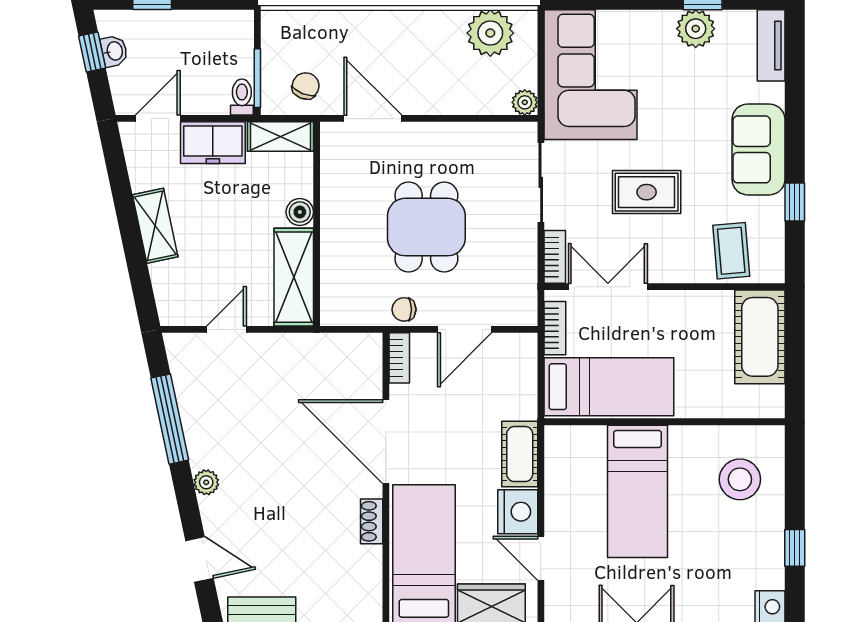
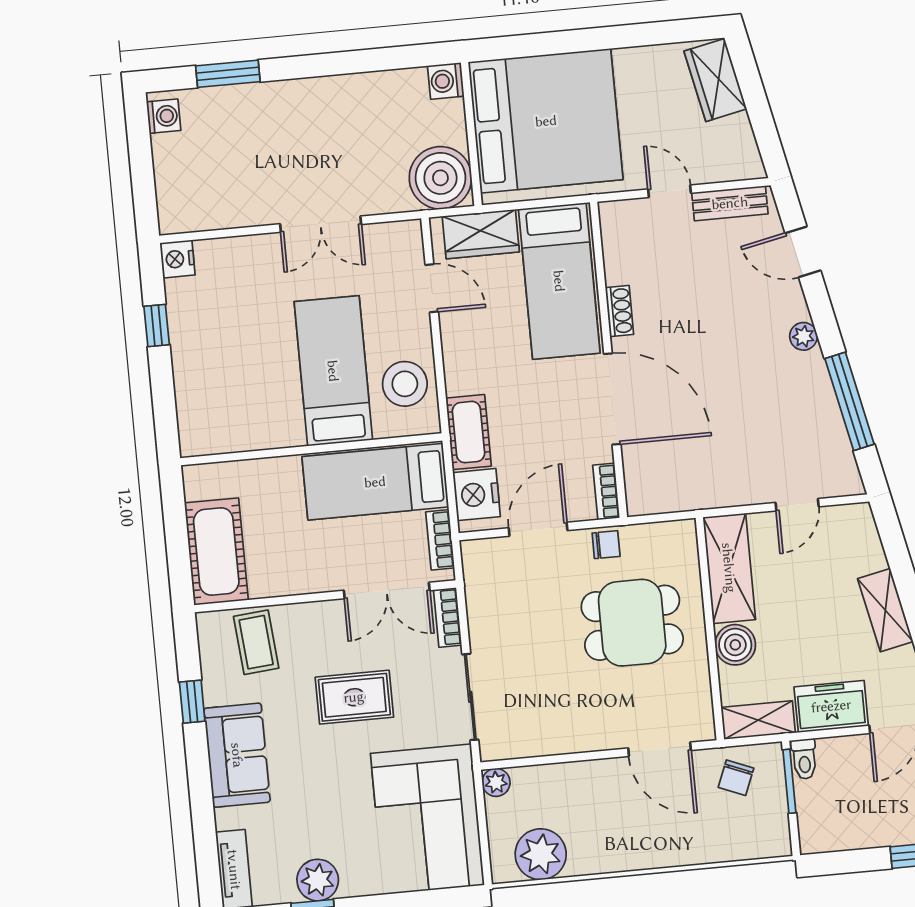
boiler: (300, 212) -> (735, 645), width x1.36, depth x1.36
dining table: (426, 227) -> (632, 623), moved, turned 90
cot: (520, 454) -> (468, 432), moved
stool: (740, 479) -> (405, 384), moved
nightstand: (518, 512) -> (477, 495), moved

